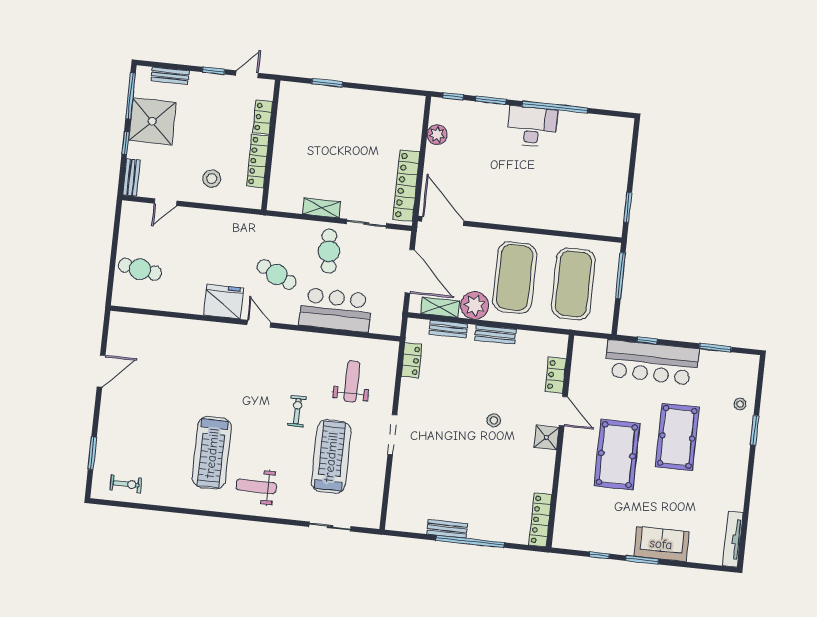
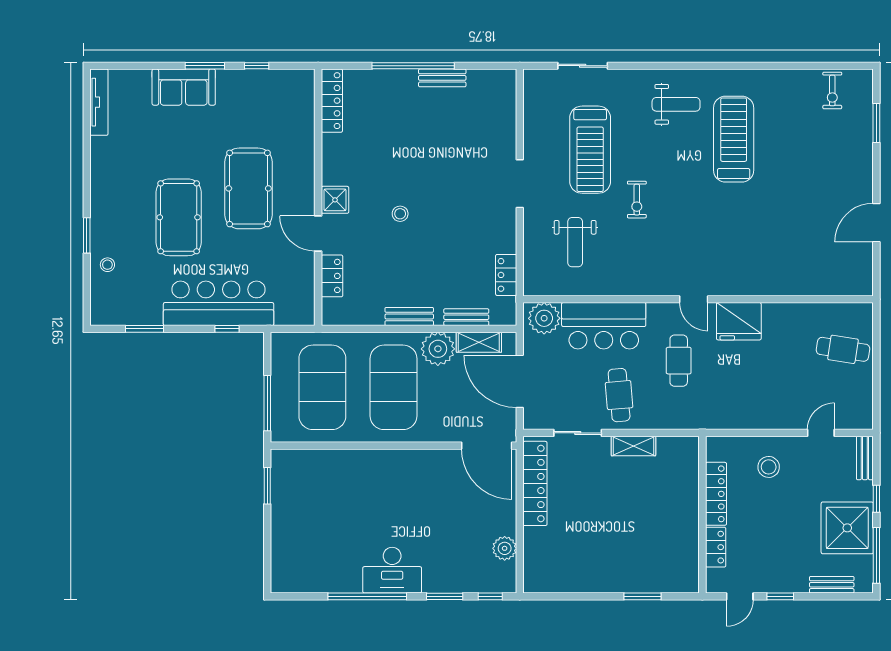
cafe table: (277, 274) -> (679, 361), turned 64
plant: (384, 321) -> (544, 318), added
exercise bike: (126, 484) -> (832, 91), turned -90

